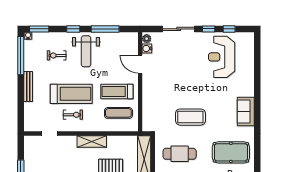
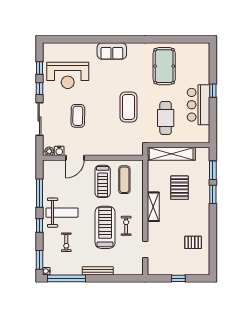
coffee table: (182, 67) -> (78, 116), added
sofa: (246, 111) -> (112, 51), moved

